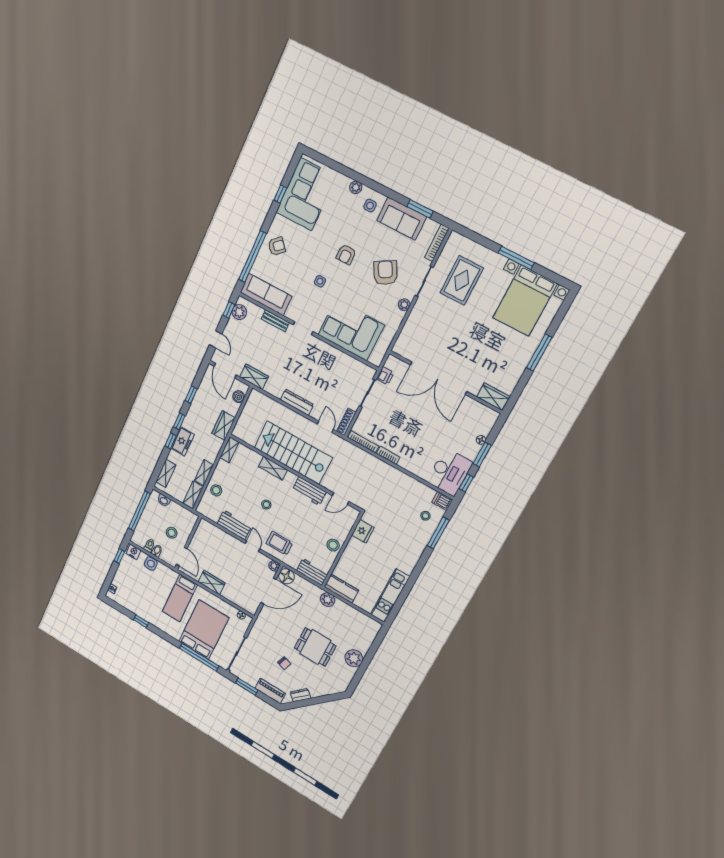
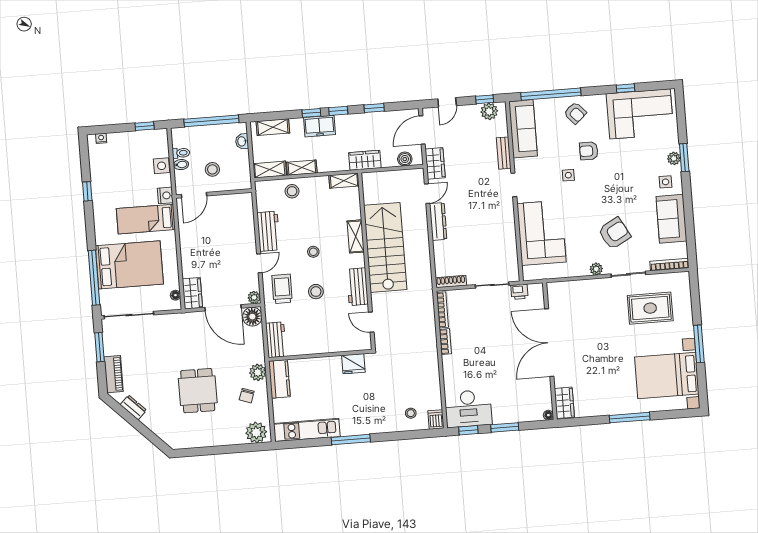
window: (420, 209) -> (684, 158), moved
armchair: (346, 254) -> (589, 151), moved
door: (325, 427) -> (427, 194), moved
floor lamp: (481, 440) -> (548, 415), moved
window: (438, 533) -> (351, 440), moved
stool: (333, 545) -> (316, 292), moved
nightstand: (133, 552) -> (165, 195), moved
wardrobe: (212, 583) -> (192, 293), moved
plant: (354, 658) -> (256, 432), moved
chair: (284, 663) -> (247, 396), moved

